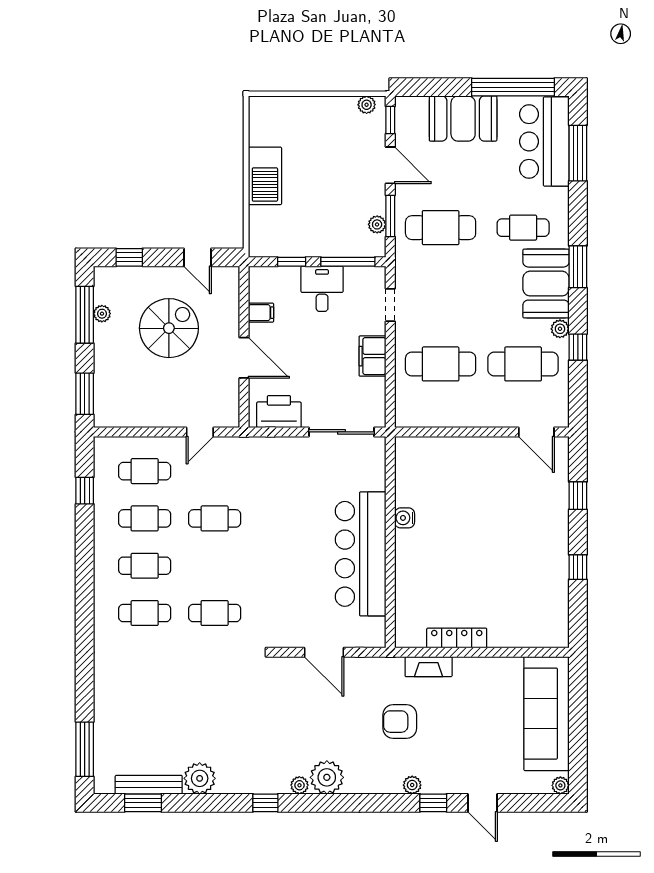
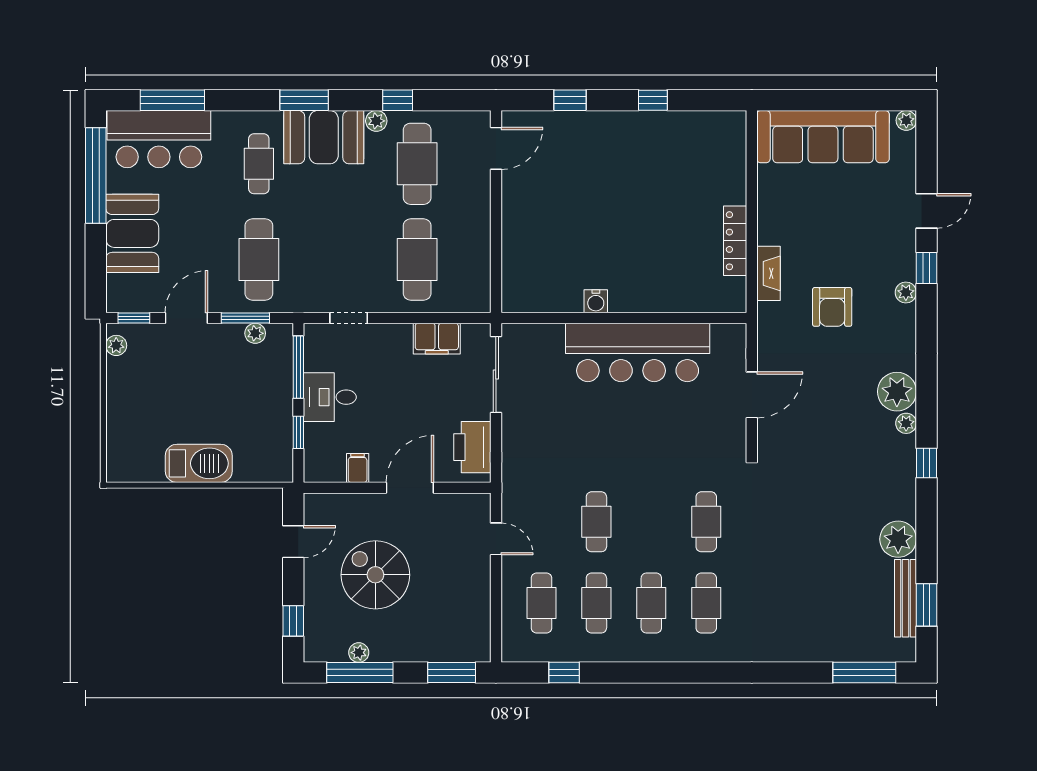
filing cabinet: (372, 356) -> (437, 339), moved

